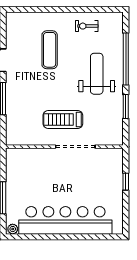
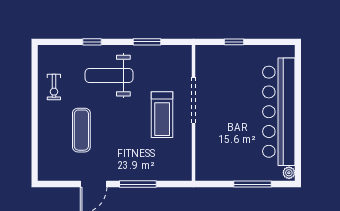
exercise mat: (50, 50) -> (81, 130), turned 90
window: (126, 59) -> (92, 42), width x0.32

